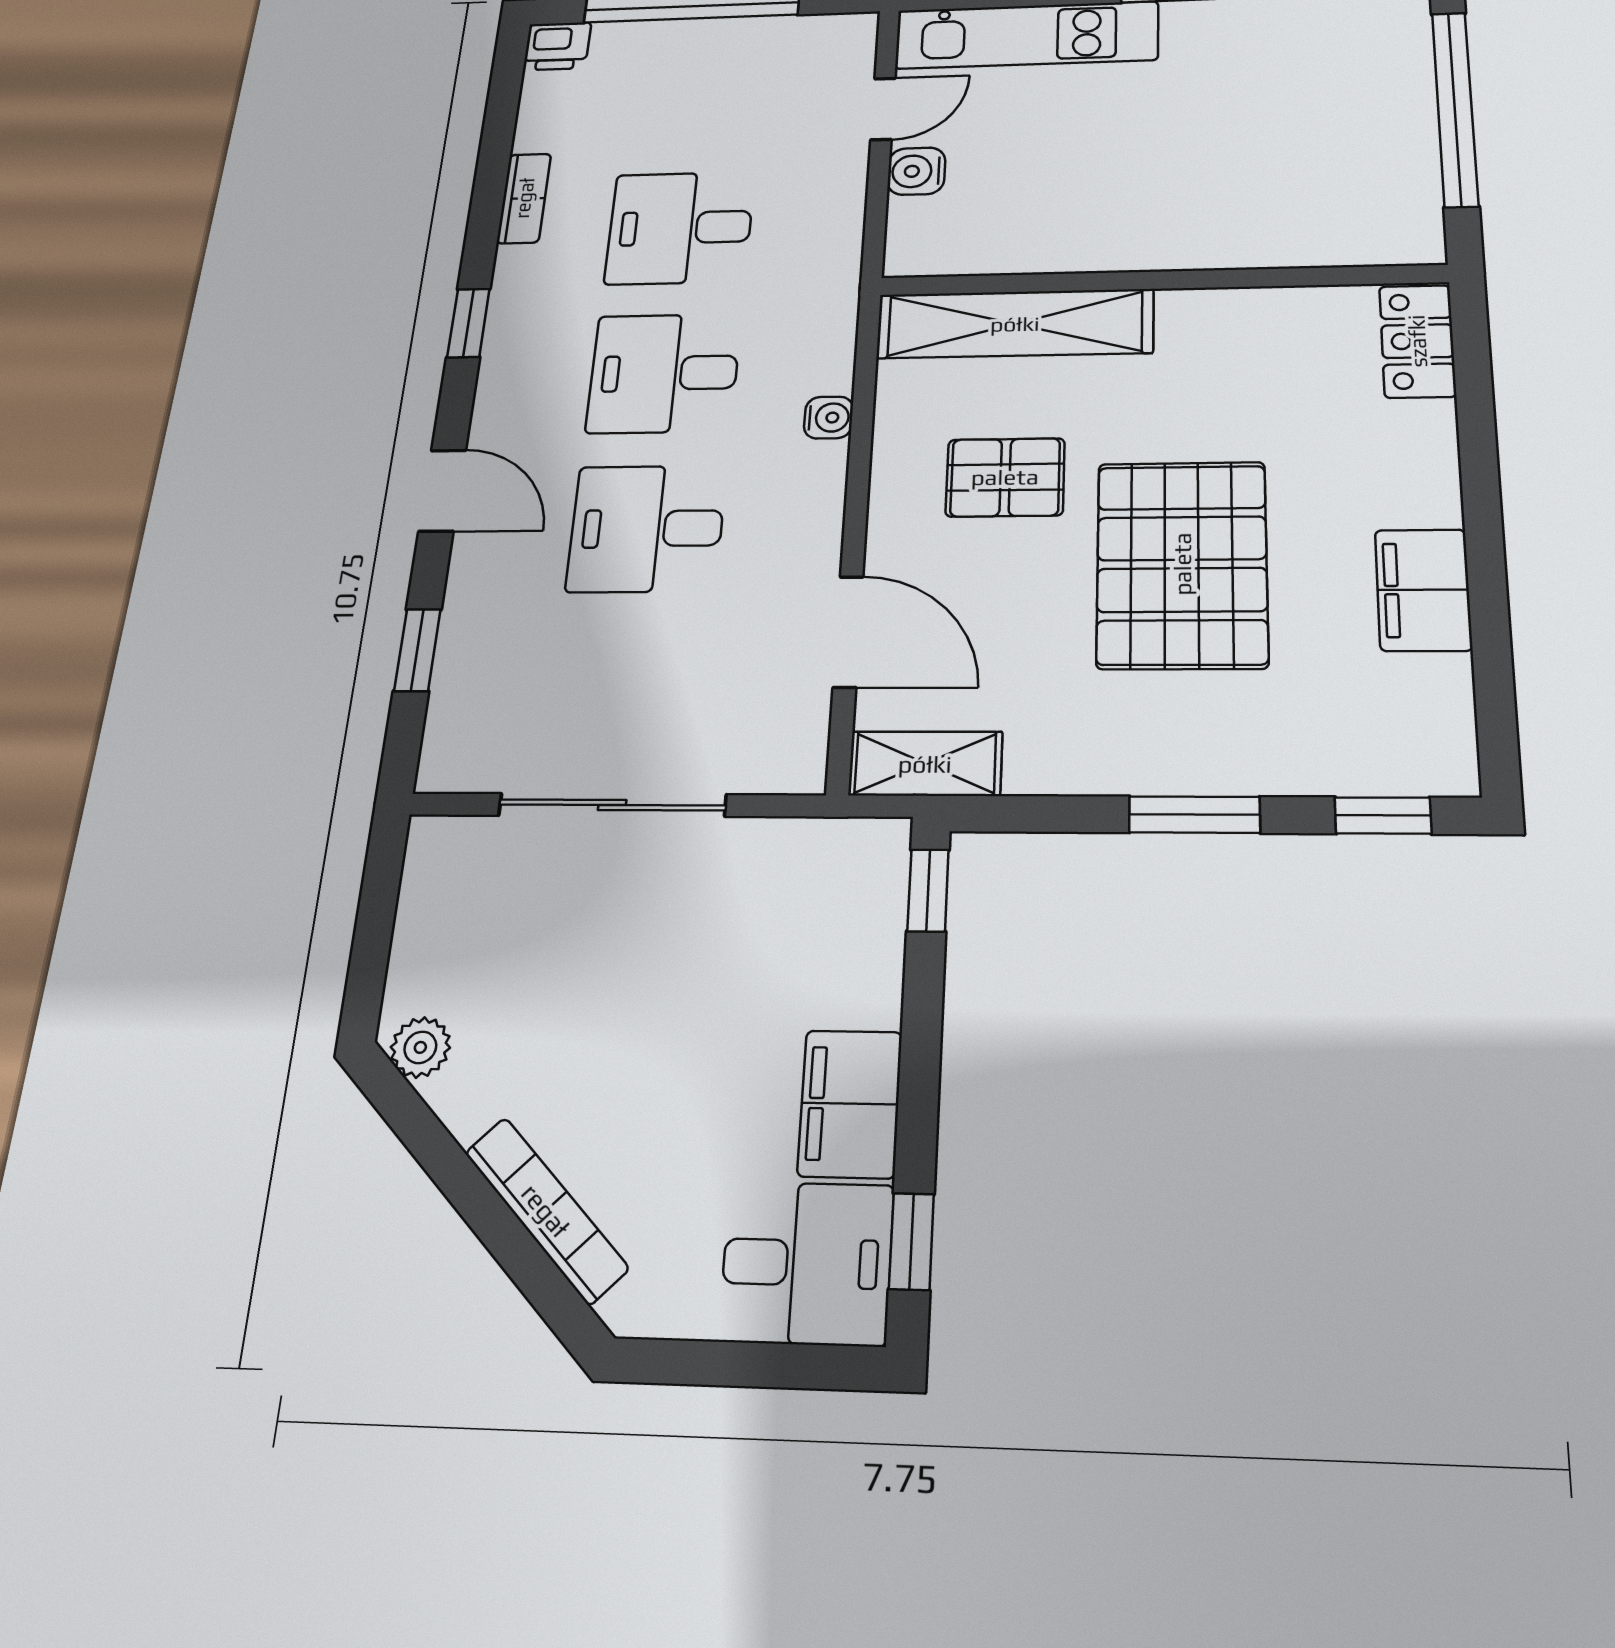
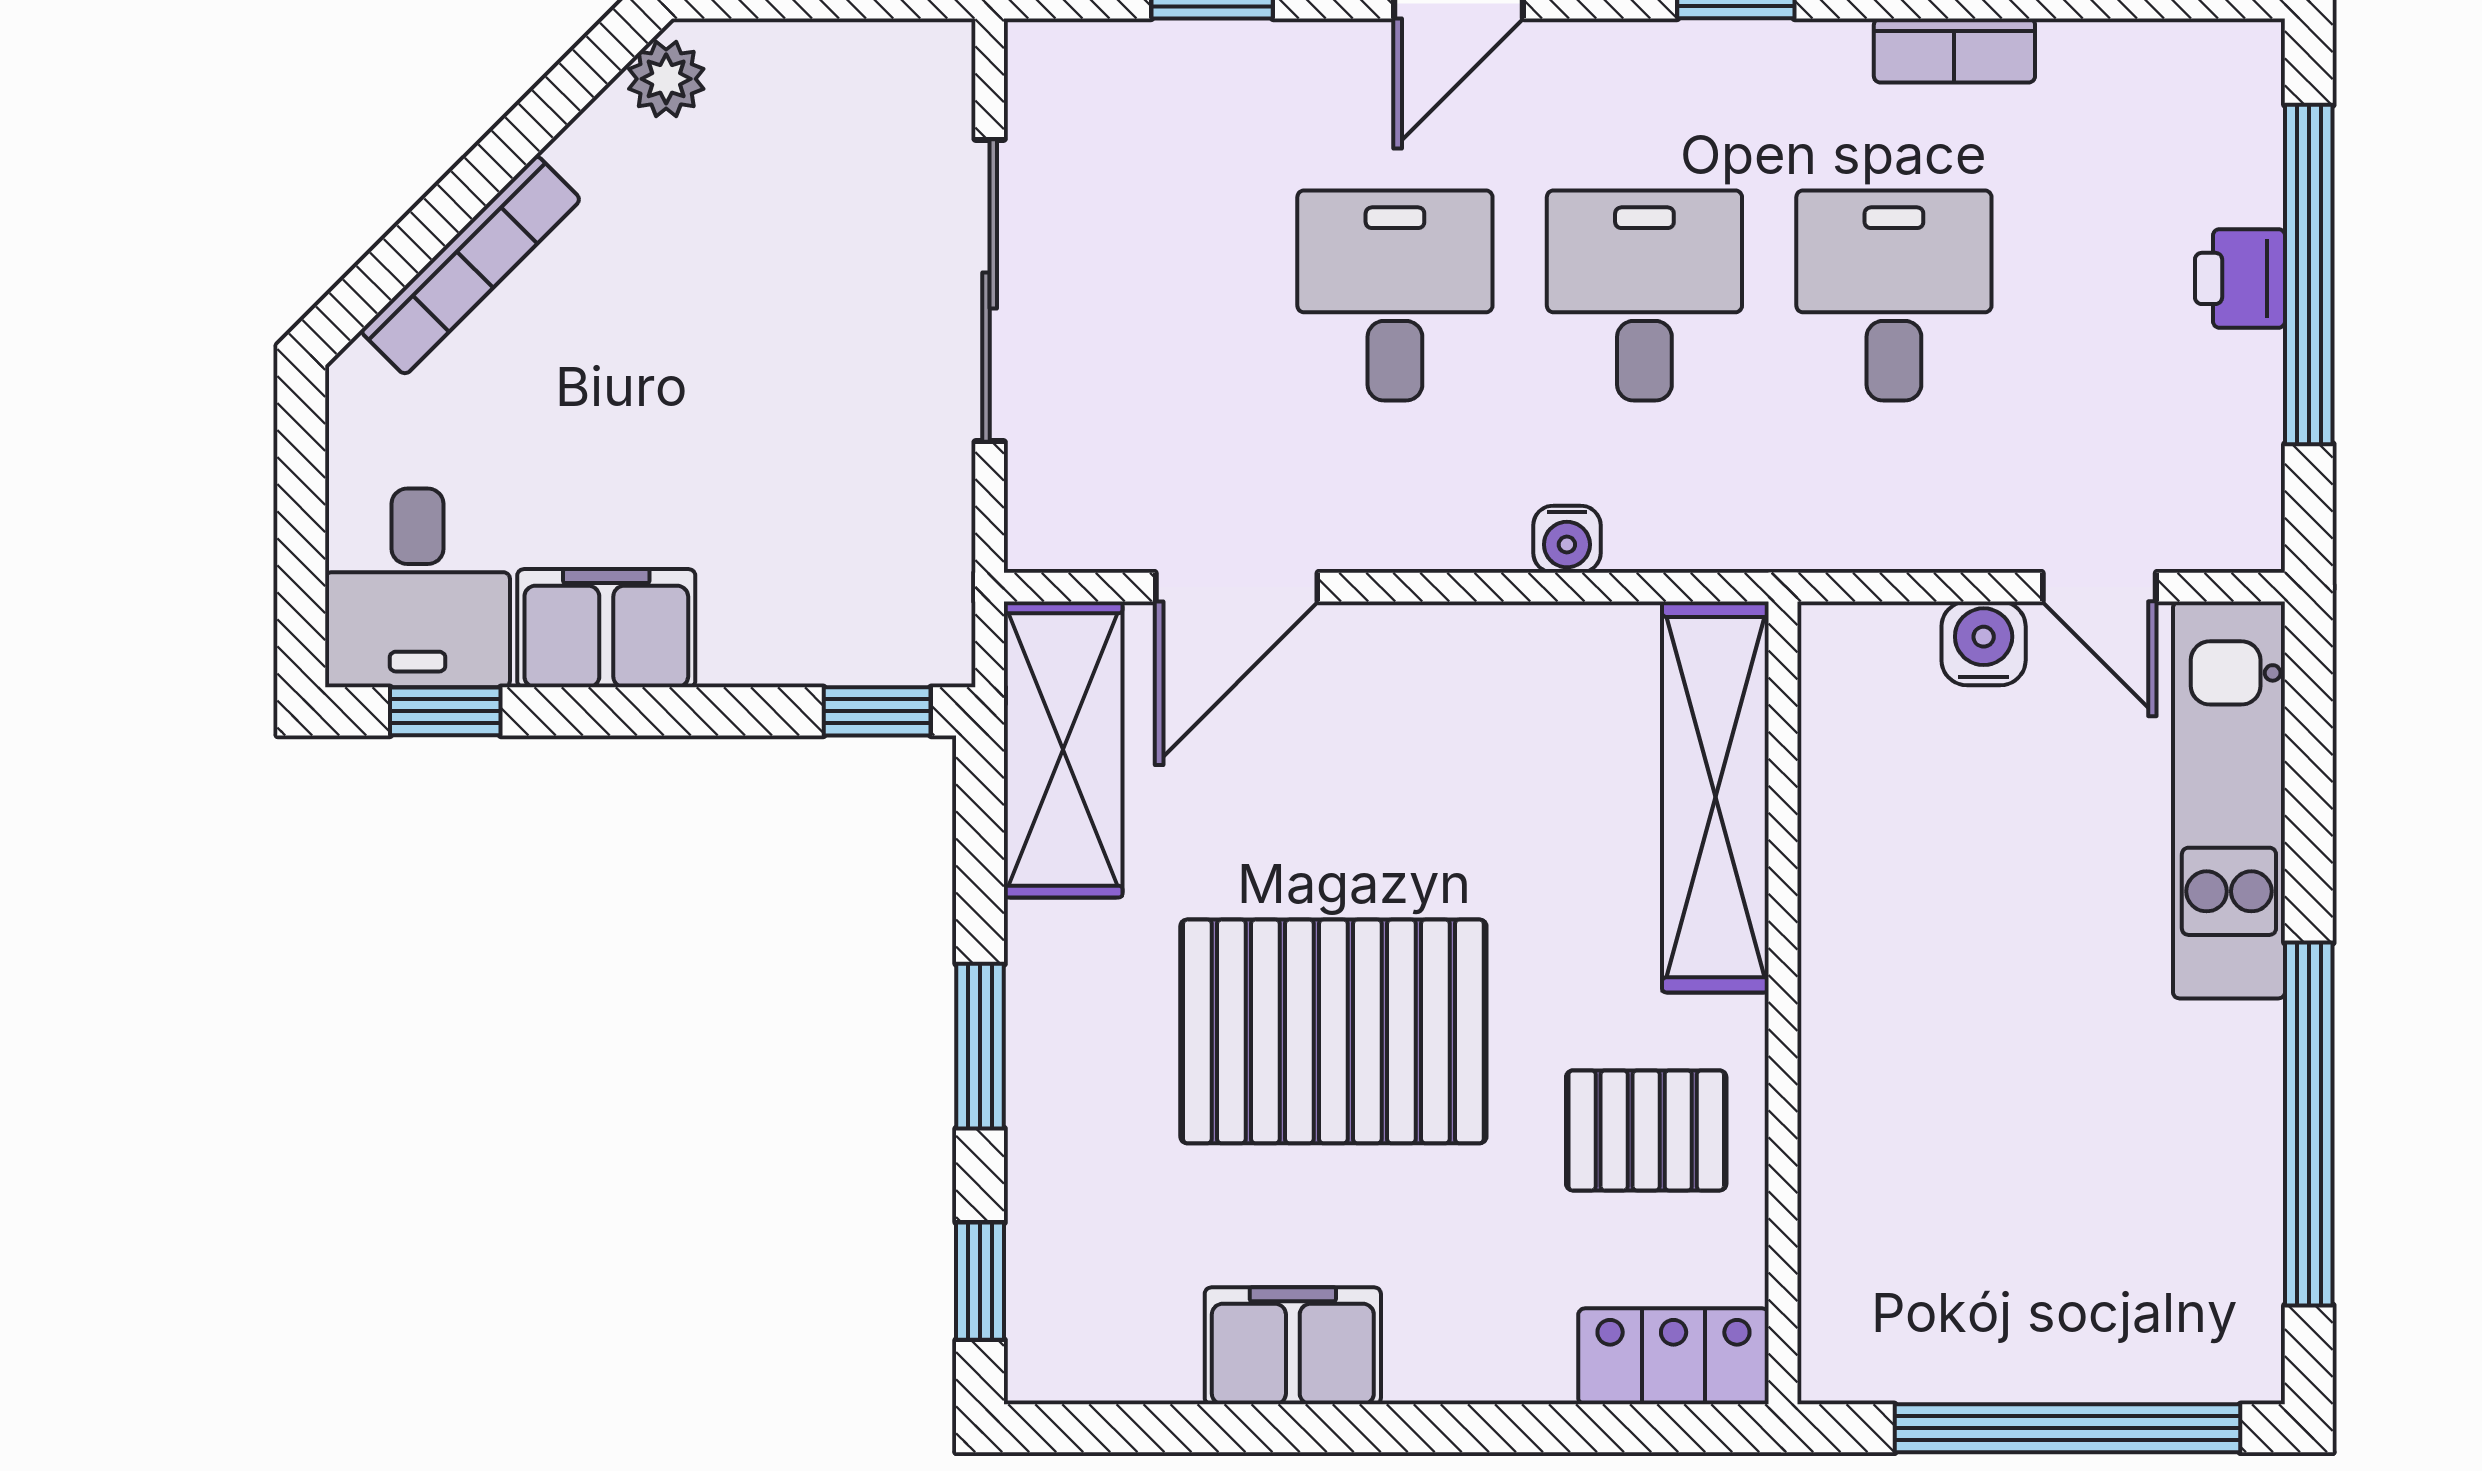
printer: (557, 46) -> (2240, 278), moved
pallet: (1005, 477) -> (1646, 1130), moved, turned 90
shelving: (925, 764) -> (1063, 749), width x1.50, depth x1.33

